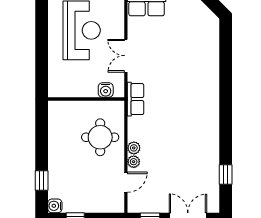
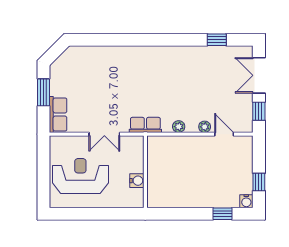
water cooler: (106, 90) -> (137, 181), moved
round table: (100, 137) -> (182, 158), removed
plant: (134, 148) -> (179, 127), moved

